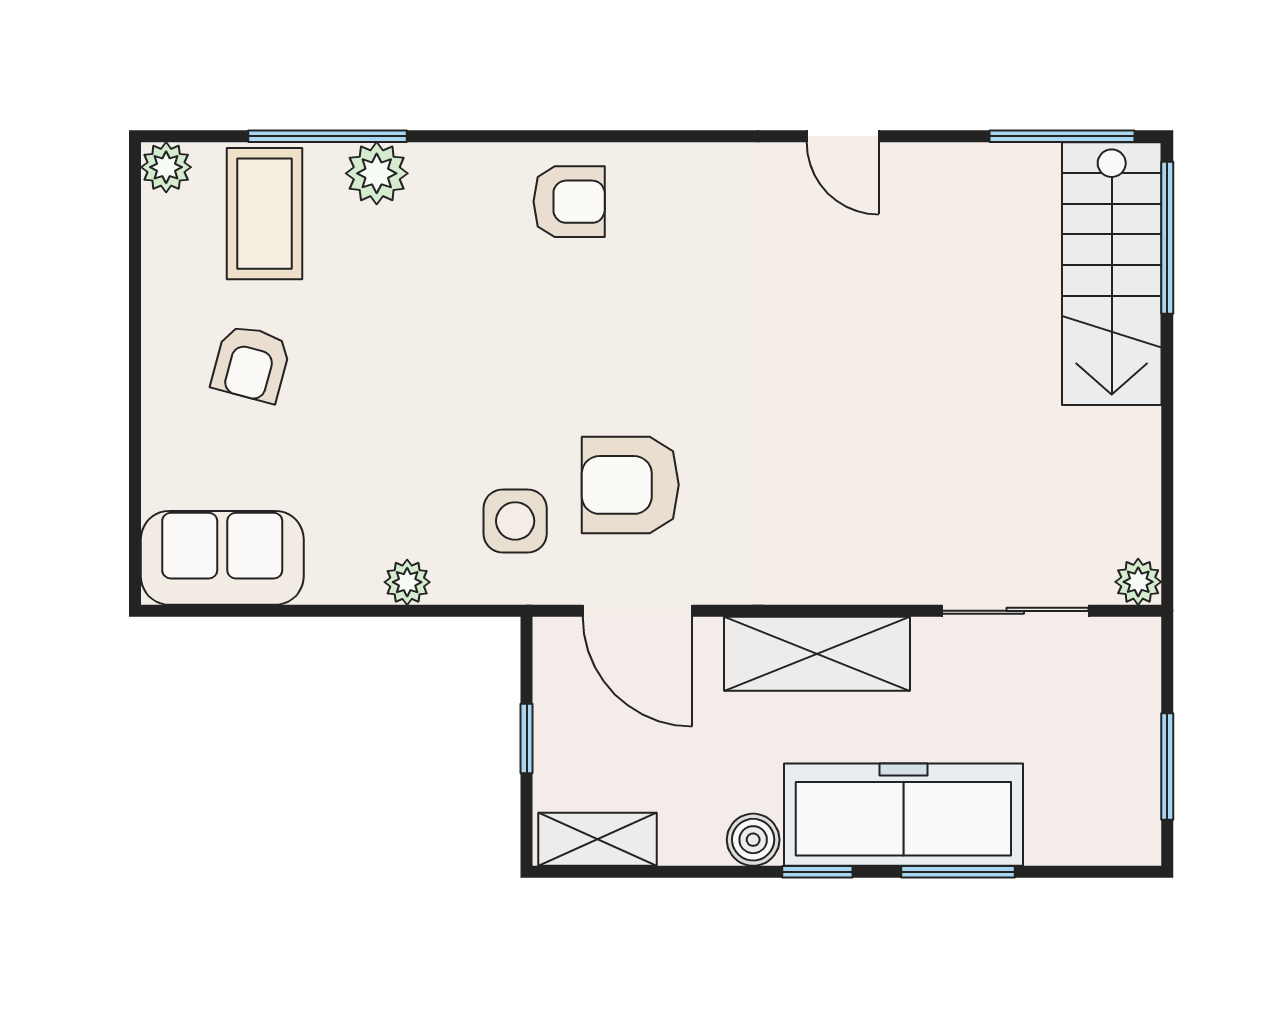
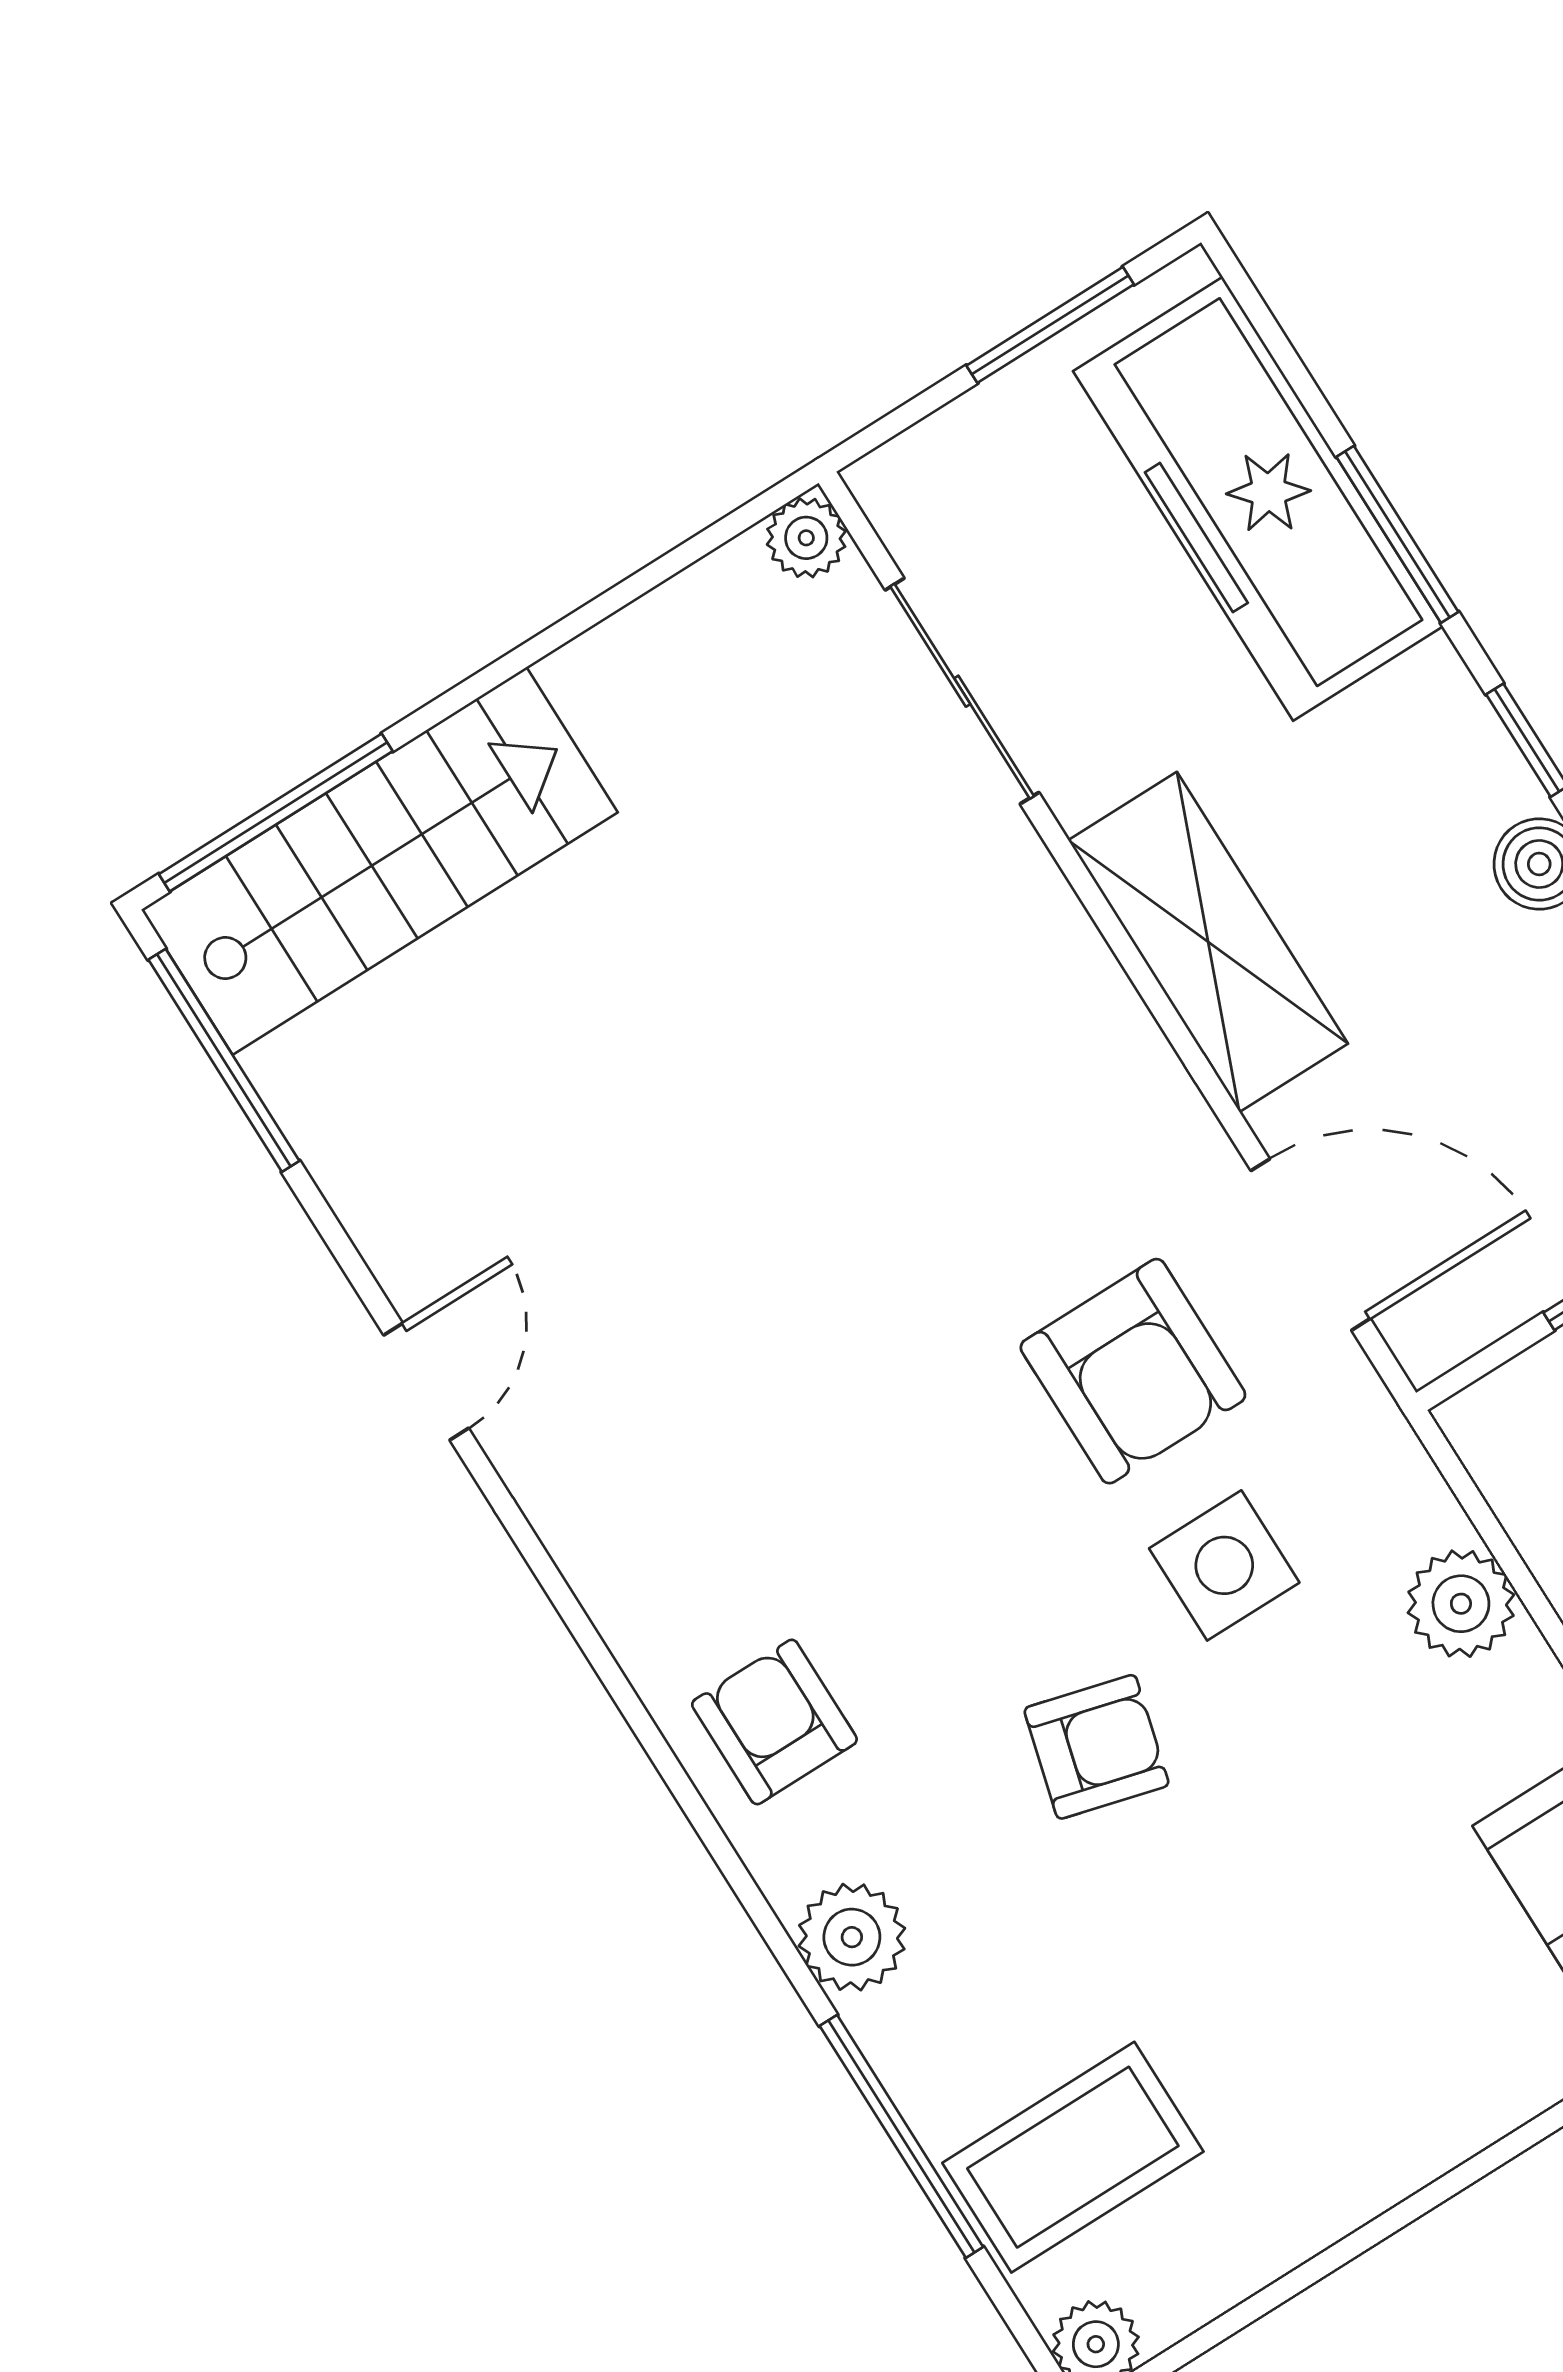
plant: (377, 173) -> (852, 1937), moved
armchair: (251, 363) -> (1096, 1747), moved
side table: (515, 521) -> (1224, 1565), moved
plant: (407, 582) -> (1461, 1604), width x1.38, depth x1.38
door: (637, 611) -> (1311, 1245), hinge flipped
freezer: (903, 815) -> (1258, 499), moved

